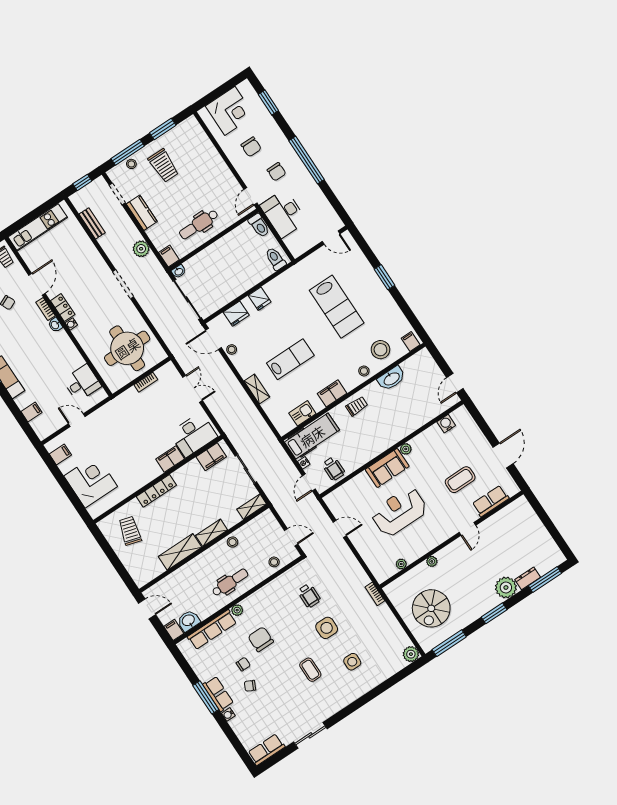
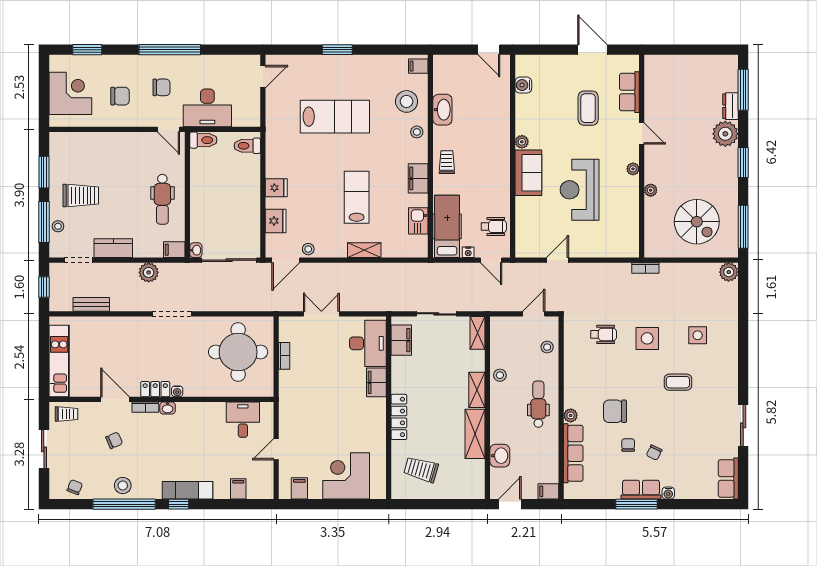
plant: (401, 564) -> (633, 169), moved
washbasin: (188, 621) -> (500, 456), moved, turned 180

